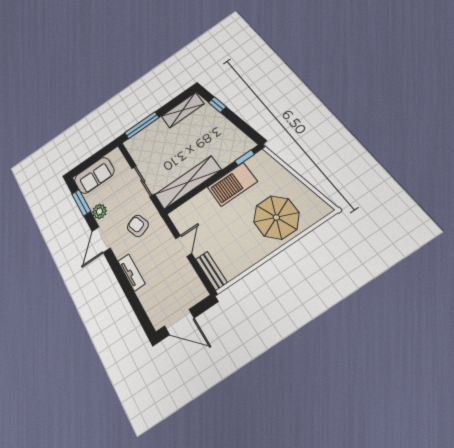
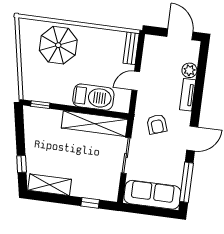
window: (142, 125) -> (90, 203), width x0.46
sofa: (94, 175) -> (152, 195), width x1.36
barbecue: (232, 184) -> (93, 97), moved
window: (81, 203) -> (187, 182), width x1.44
plant: (99, 211) -> (189, 70), moved

